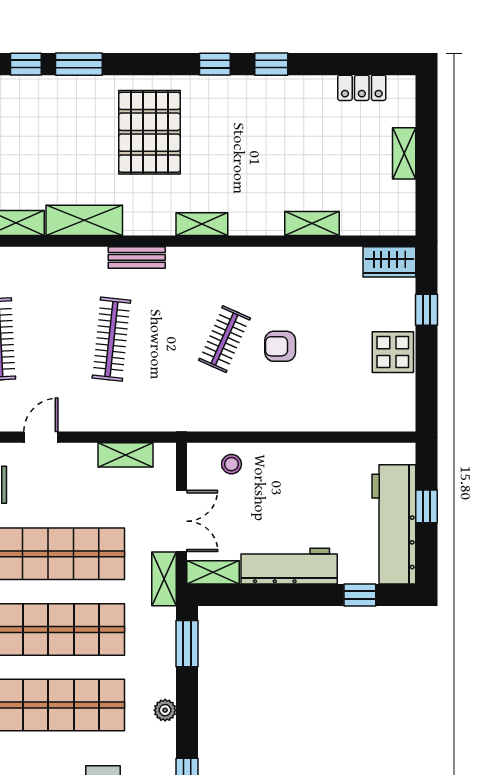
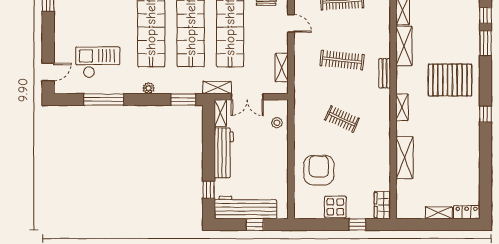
window: (271, 64) -> (485, 143), removed
locker: (362, 88) -> (467, 212), moved, turned 90
shelving: (312, 223) -> (404, 158), width x1.50, depth x1.33
armchair: (280, 346) -> (319, 170), moved, width x1.88, depth x1.88

